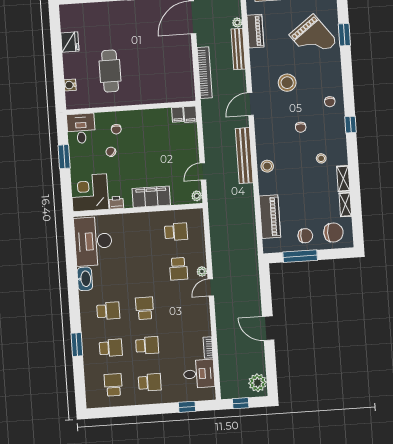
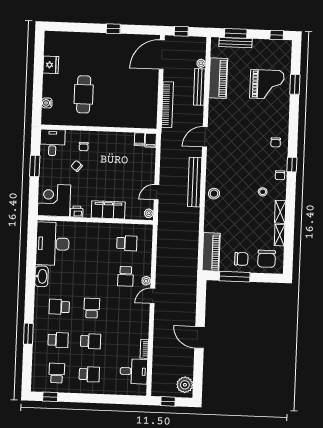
piano: (255, 31) -> (218, 78), width x1.37, depth x1.33
grand piano: (313, 38) -> (267, 84), turned -53
stool: (287, 83) -> (240, 121), removed
chair: (301, 127) -> (280, 175), moved
piano: (270, 217) -> (211, 252), moved
chair: (333, 232) -> (266, 259), turned 90
school desk: (108, 311) -> (59, 307), turned 180
window: (187, 407) -> (50, 397), moved

